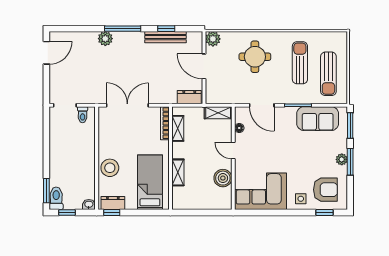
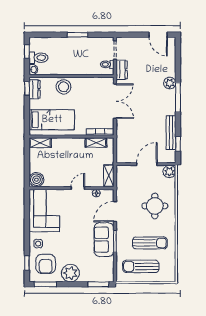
window: (166, 29) -> (178, 144), moved
dresser: (189, 97) -> (122, 70), moved
sofa: (318, 119) -> (104, 240), moved
plant: (342, 159) -> (70, 273), width x1.88, depth x1.88
window: (350, 162) -> (45, 284), moved
shelving: (178, 172) -> (40, 143), moved
boiler: (223, 178) -> (36, 180), moved
window: (46, 191) -> (78, 35), moved
toilet: (56, 198) -> (39, 58), moved

